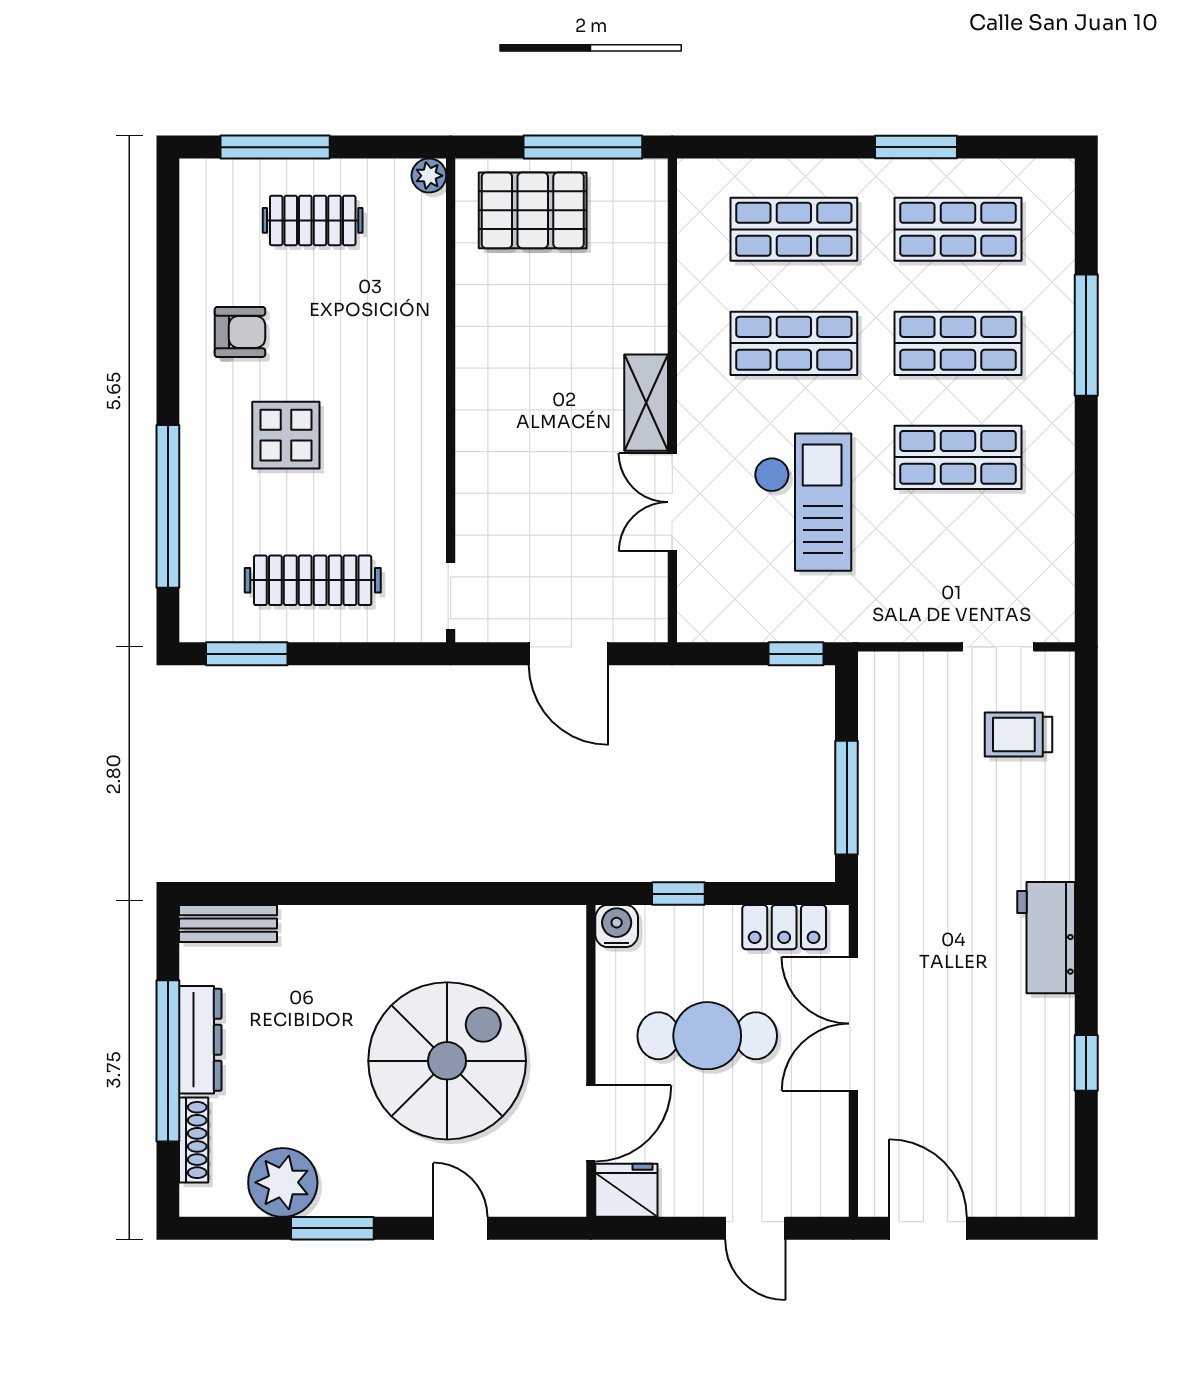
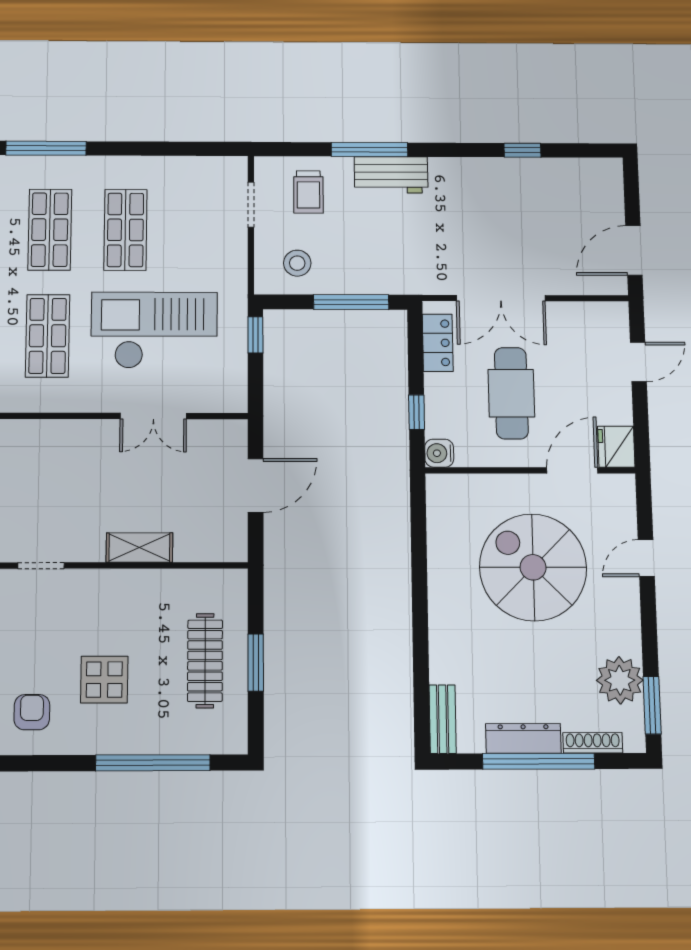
shelving: (646, 403) -> (139, 548), moved
checkout: (803, 502) -> (154, 330), width x1.36, depth x1.21
doorway: (451, 596) -> (41, 566), moved
window: (247, 654) -> (256, 663), moved
stool: (907, 717) -> (297, 263), added
window: (1086, 828) -> (369, 150), added
workbench: (1046, 938) -> (391, 175), moved
door: (591, 1123) -> (572, 470), hinge flipped
window: (332, 1228) -> (652, 705), moved

